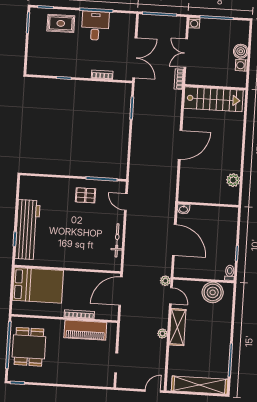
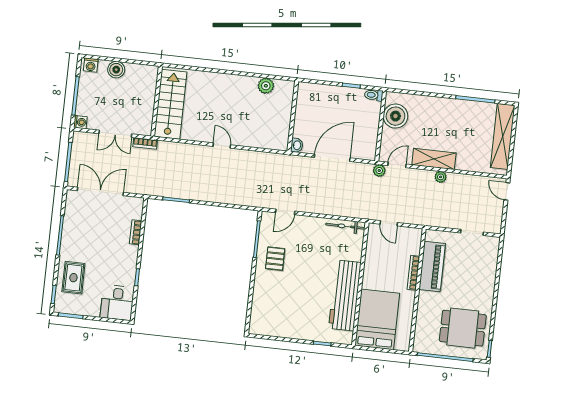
desk: (95, 26) -> (117, 303), moved, turned -90
double door: (135, 58) -> (100, 191), moved
washing machine: (241, 65) -> (91, 65), moved
door: (180, 145) -> (222, 146), width x0.53
workbench: (27, 230) -> (345, 295), moved, turned -90
bicycle: (117, 240) -> (345, 226), moved
door: (121, 291) -> (389, 223), width x0.53
dining table: (29, 347) -> (463, 328), moved

